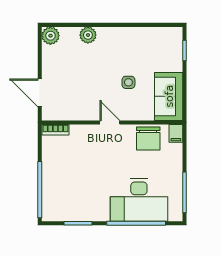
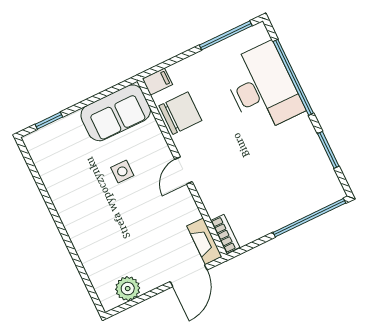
plant: (88, 35) -> (88, 250), removed
plant: (50, 36) -> (128, 289), moved
fireplace: (57, 114) -> (204, 241), added

